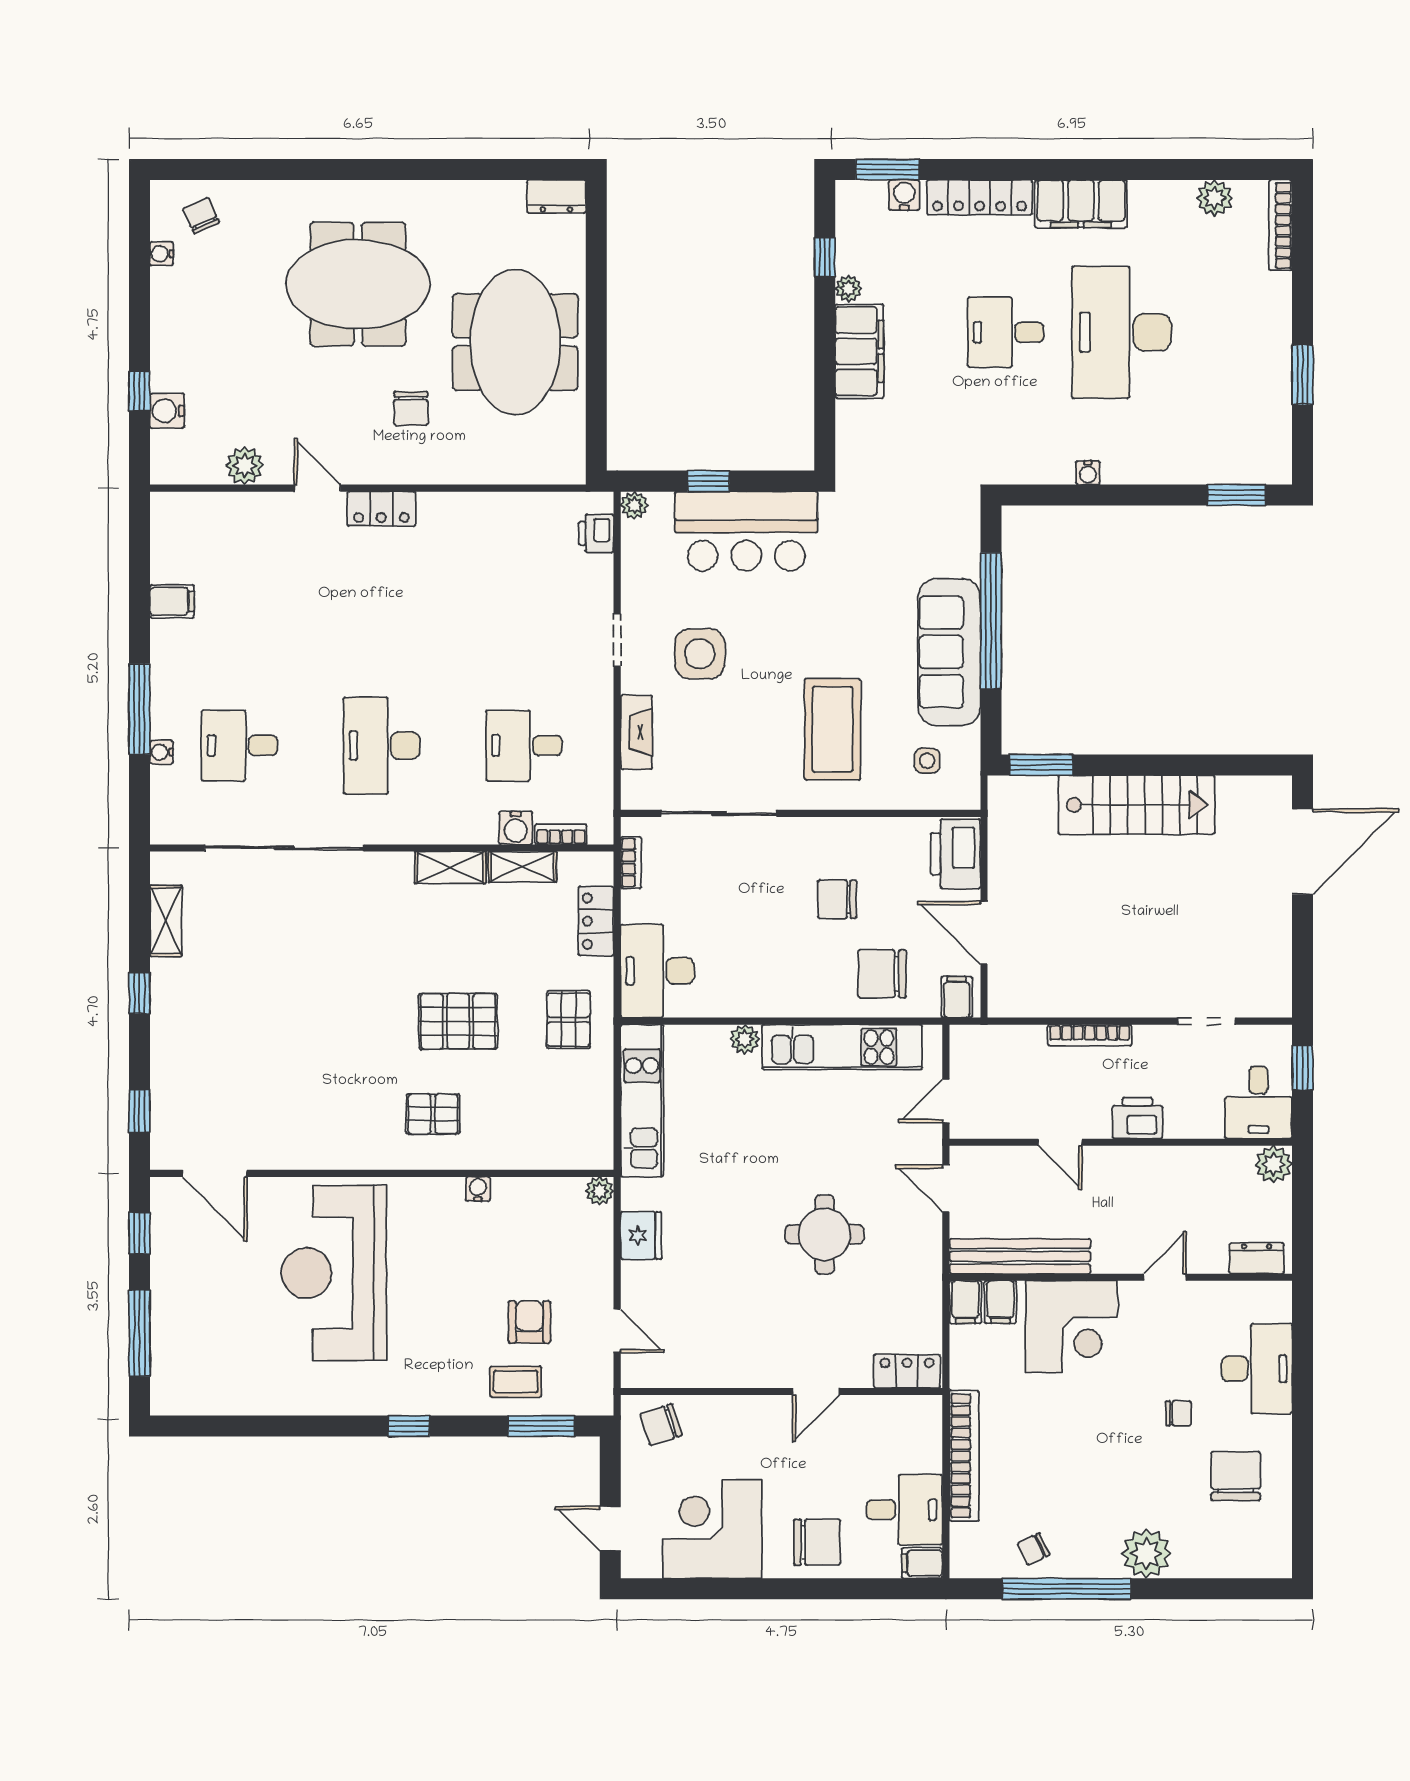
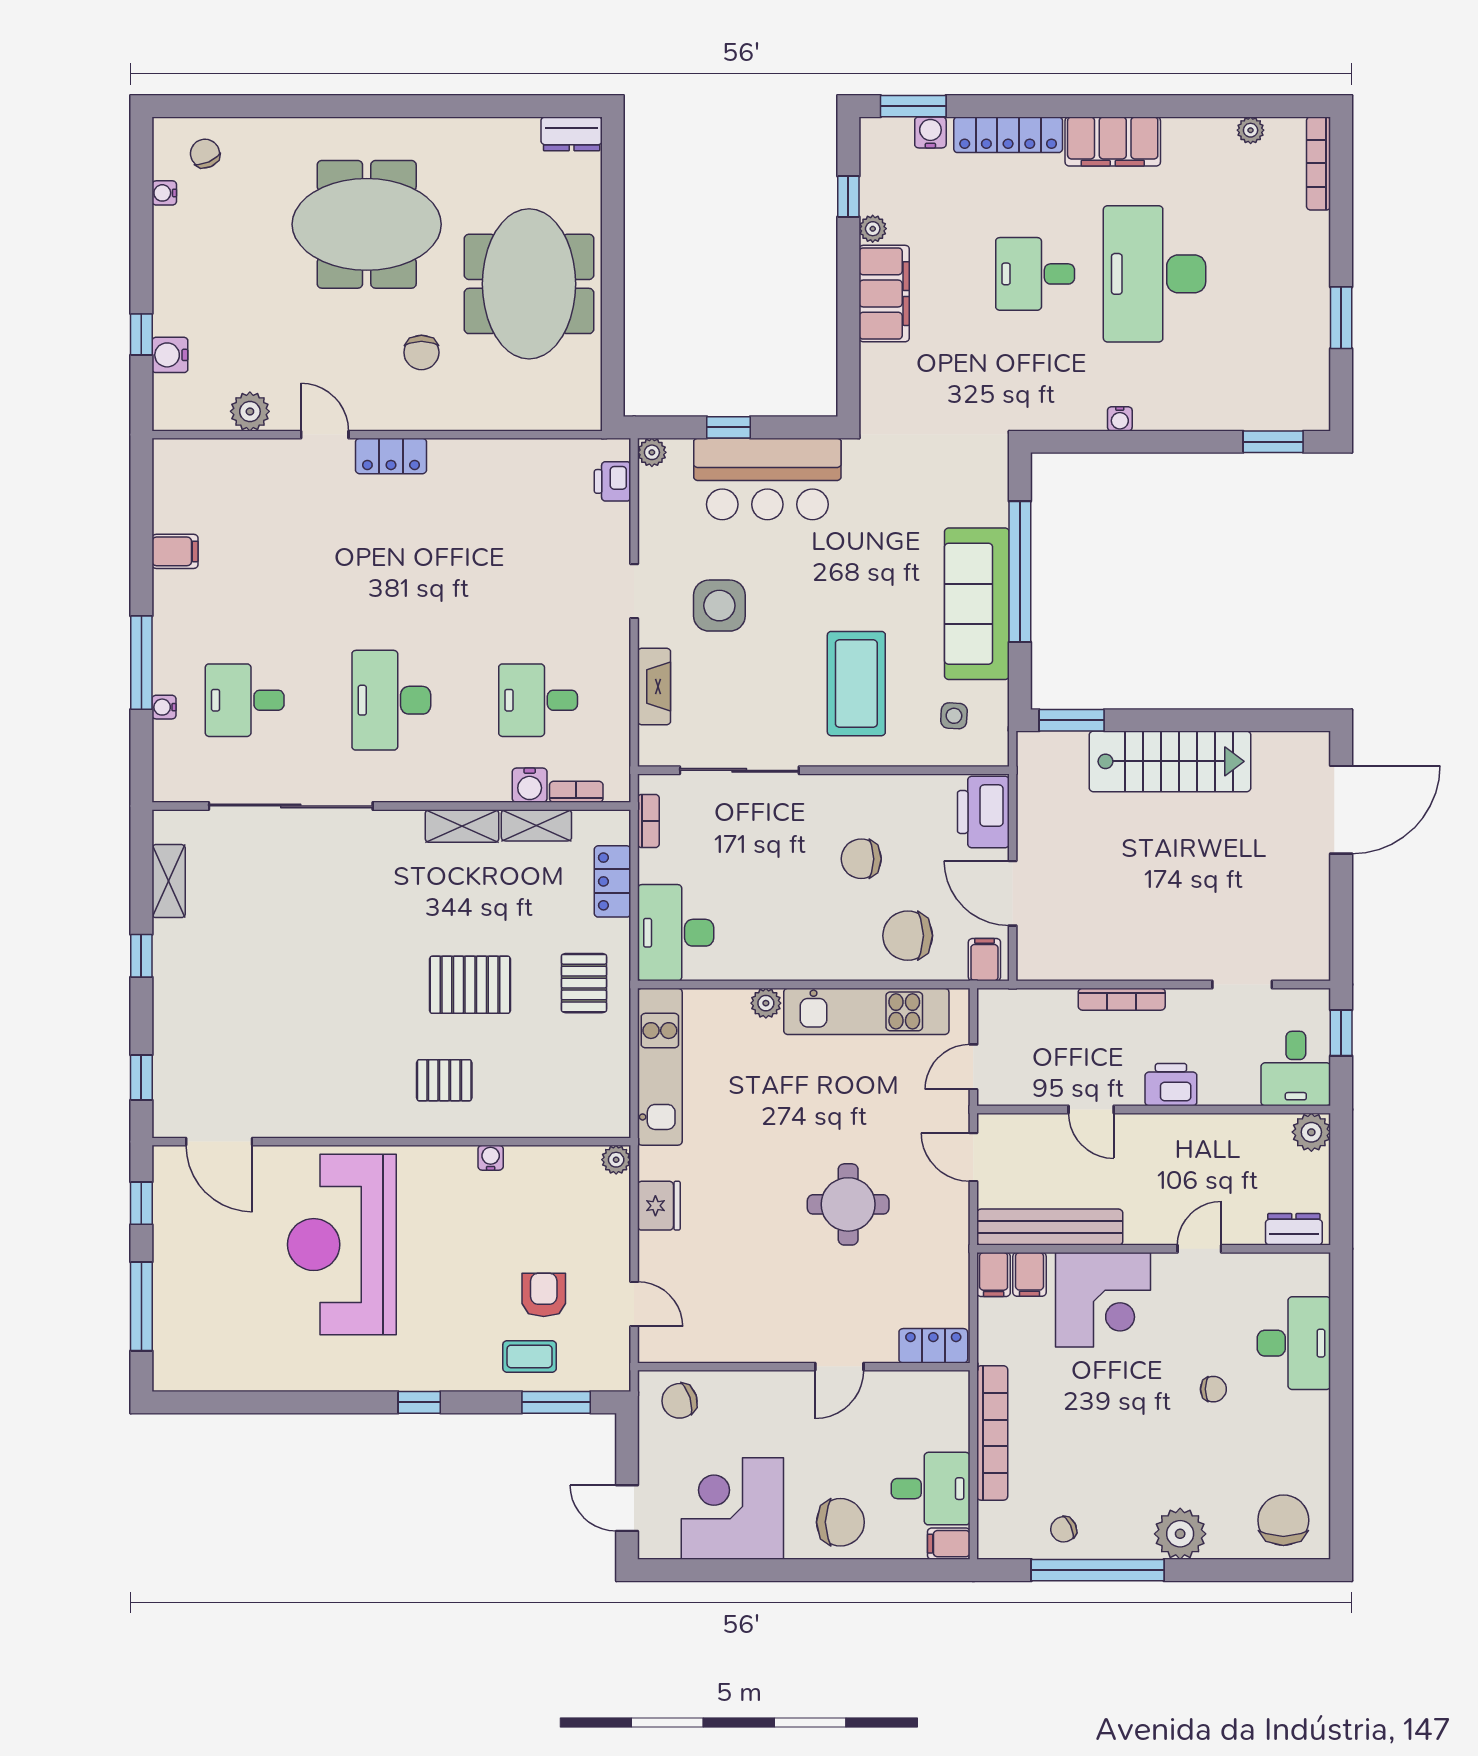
plant: (1215, 198) -> (1251, 130), width x0.73, depth x0.73
chair: (1236, 1476) -> (1283, 1520), moved

